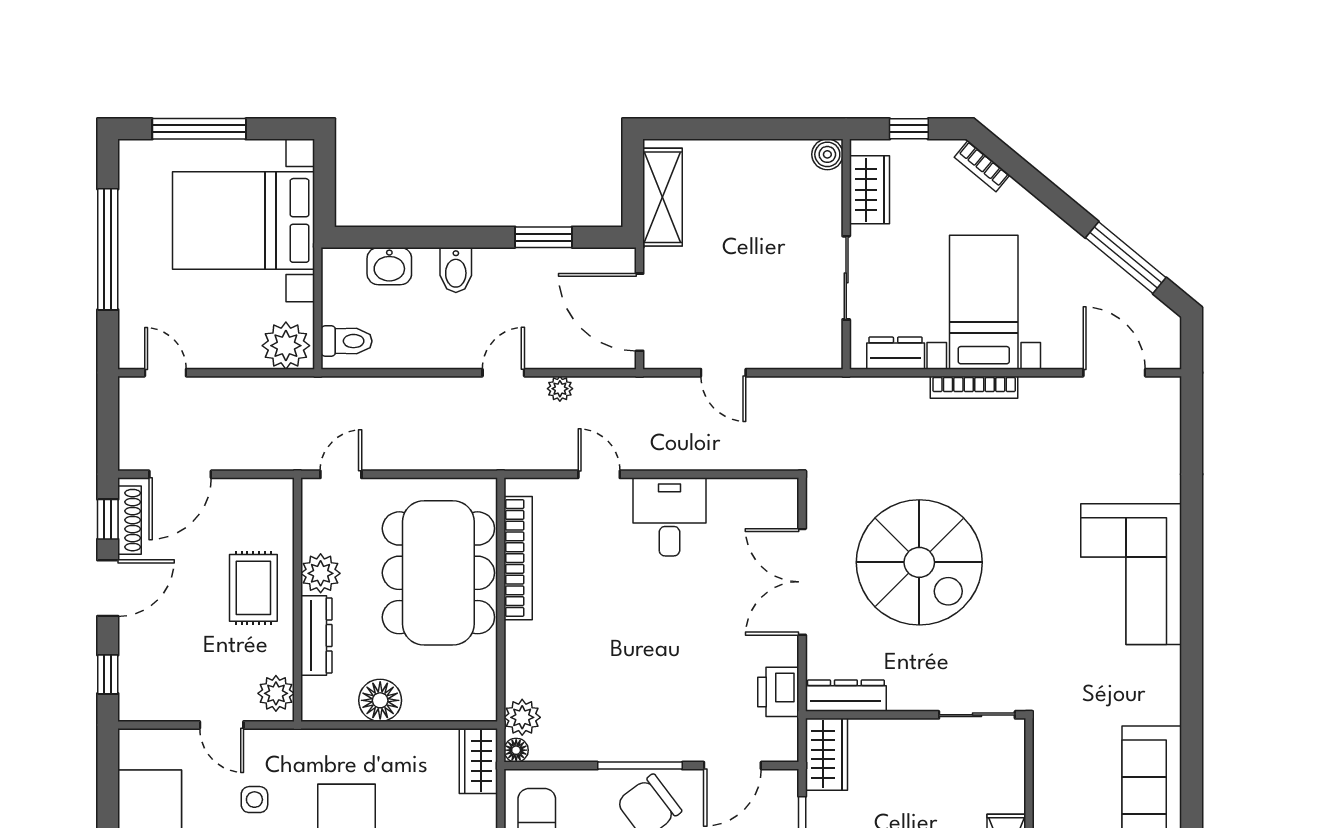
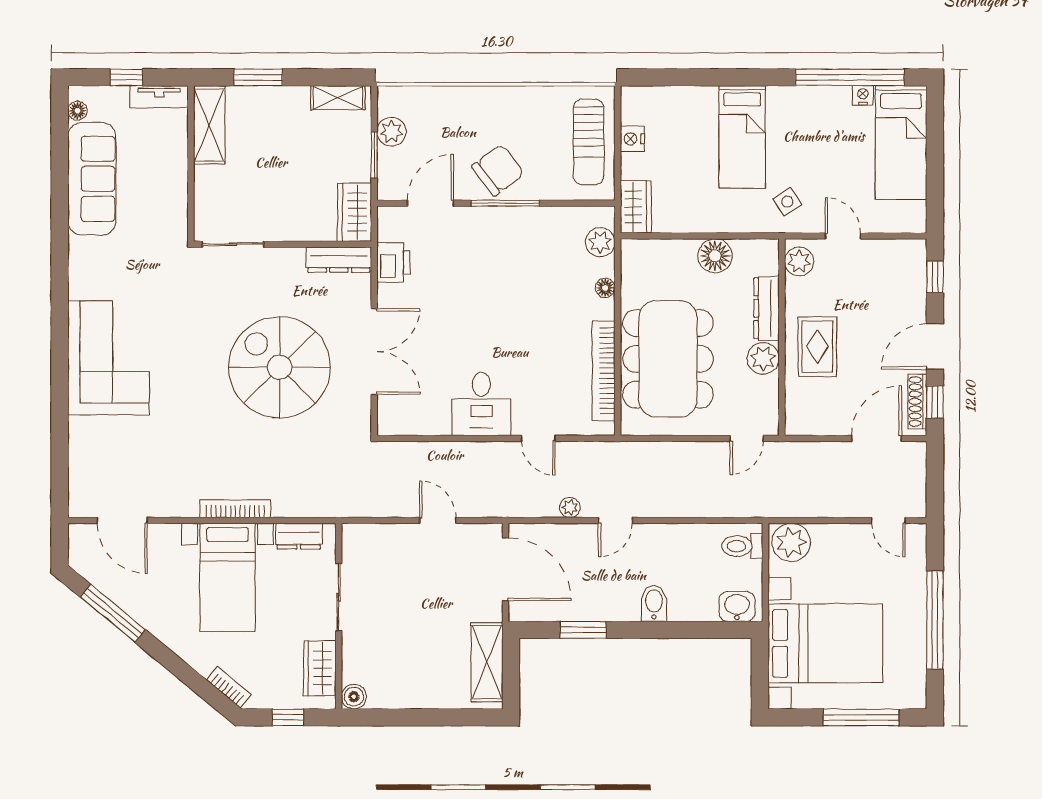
washbasin: (389, 266) -> (737, 607), moved
floor lamp: (516, 750) -> (605, 288), moved
side table: (254, 800) -> (787, 202), moved, turned -33

